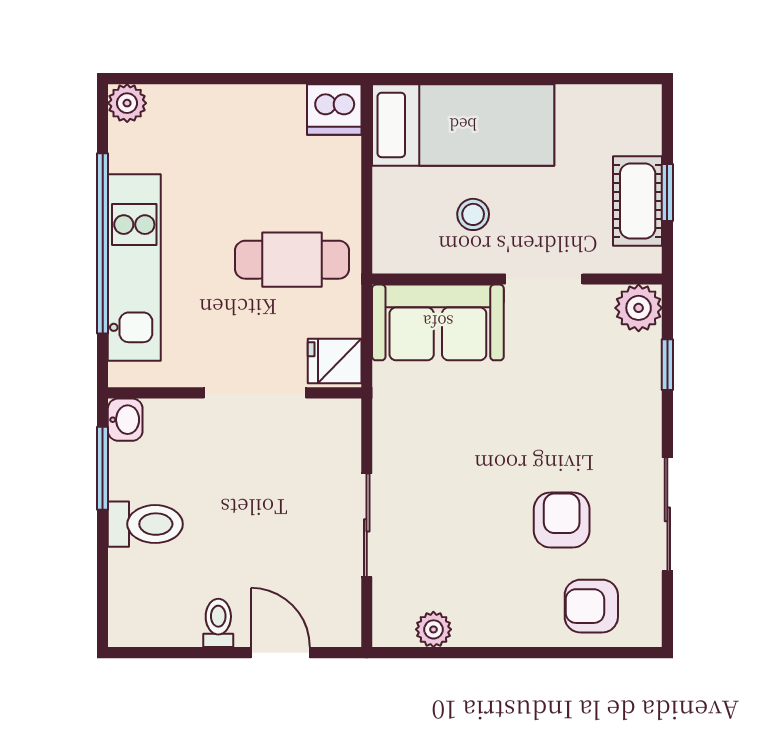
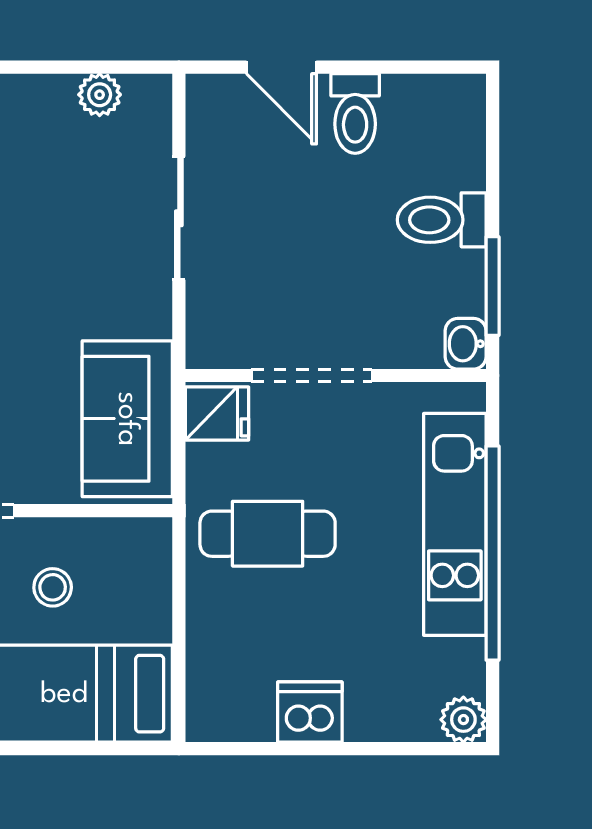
dishwasher: (334, 109) -> (310, 712), moved
sofa: (438, 322) -> (127, 419), moved, turned -90
toilet: (218, 623) -> (355, 114), width x1.37, depth x1.39

